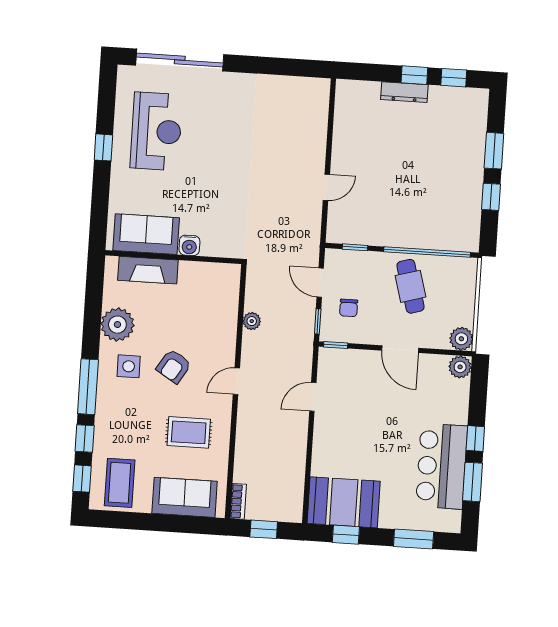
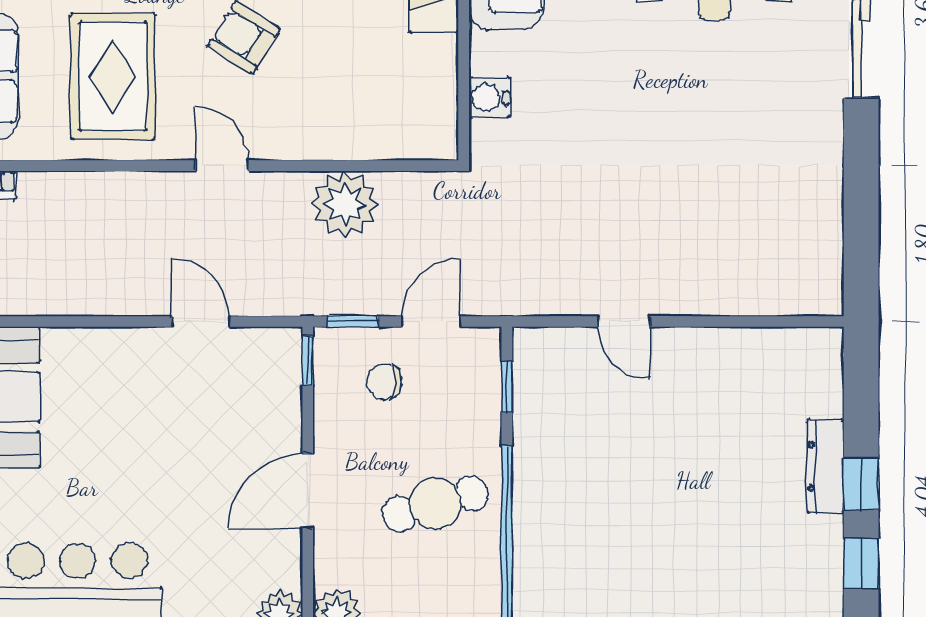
water cooler: (189, 245) -> (489, 98), moved
plant: (252, 321) -> (345, 204), width x1.88, depth x1.88
rug: (189, 432) -> (113, 76), width x1.36, depth x1.43

